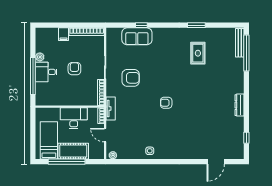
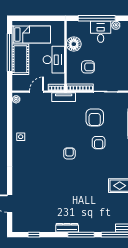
armchair: (74, 69) -> (88, 67), moved
armchair: (155, 74) -> (99, 143), added
window: (246, 91) -> (81, 235), added
floor lamp: (58, 98) -> (74, 44), added

